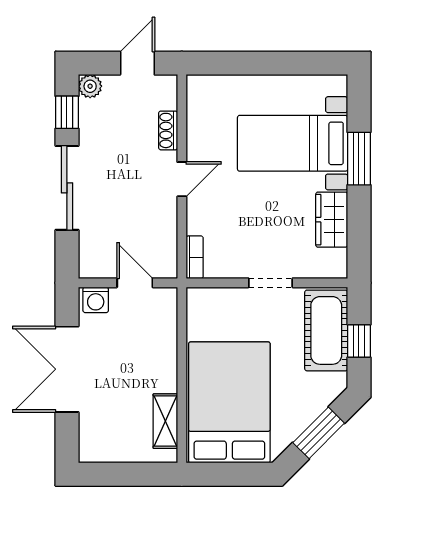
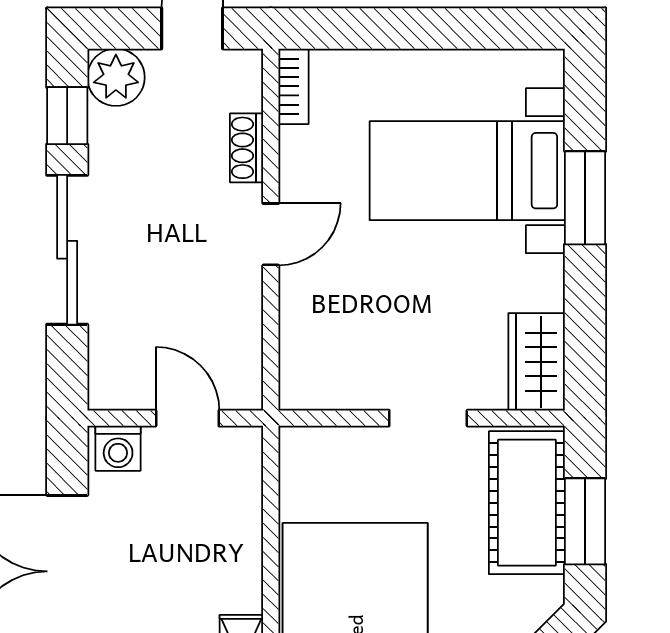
plant: (90, 86) -> (116, 77), width x1.38, depth x1.38
wardrobe: (332, 220) -> (537, 362), moved
bookcase: (195, 257) -> (293, 86), moved
window: (359, 341) -> (585, 521), width x1.50

